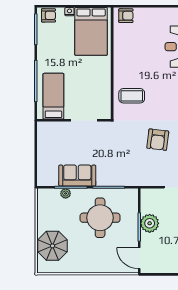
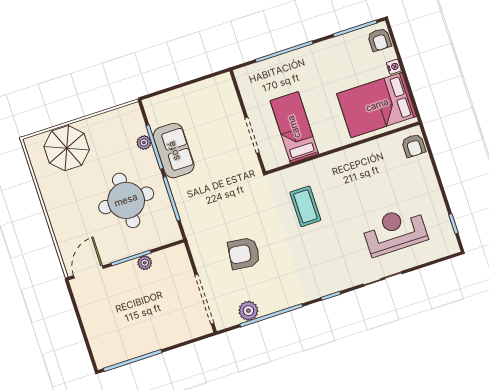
bed: (53, 96) -> (294, 127), moved, turned -90
coffee table: (132, 96) -> (305, 206), moved
armchair: (158, 140) -> (244, 253), moved
plant: (150, 223) -> (145, 263), width x0.53, depth x0.53

